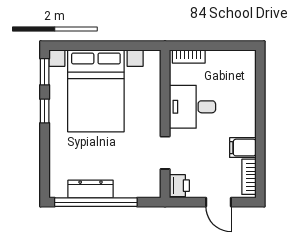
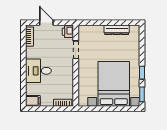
desk: (192, 107) -> (38, 71), moved, turned 180
filing cabinet: (243, 148) -> (33, 101), moved
window: (96, 202) -> (114, 23), removed

